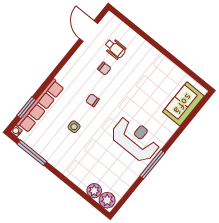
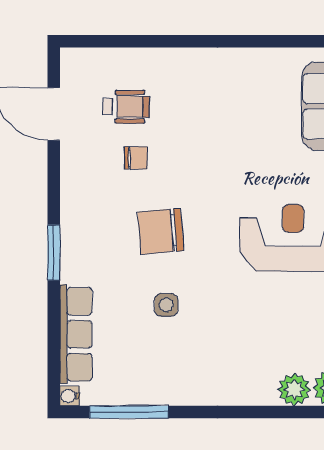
chair: (92, 100) -> (161, 231), width x1.87, depth x1.87
row of seats: (40, 106) -> (76, 334), width x0.73
window: (26, 108) -> (54, 253), moved

